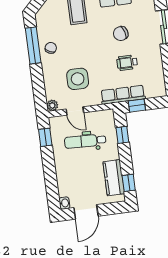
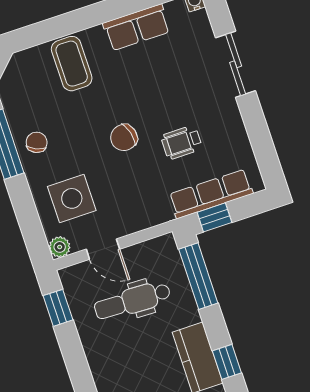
chair: (121, 34) -> (124, 138), moved
side table: (78, 79) -> (72, 198), moved
row of seats: (123, 95) -> (211, 194), moved
window: (122, 135) -> (198, 276), width x2.17

